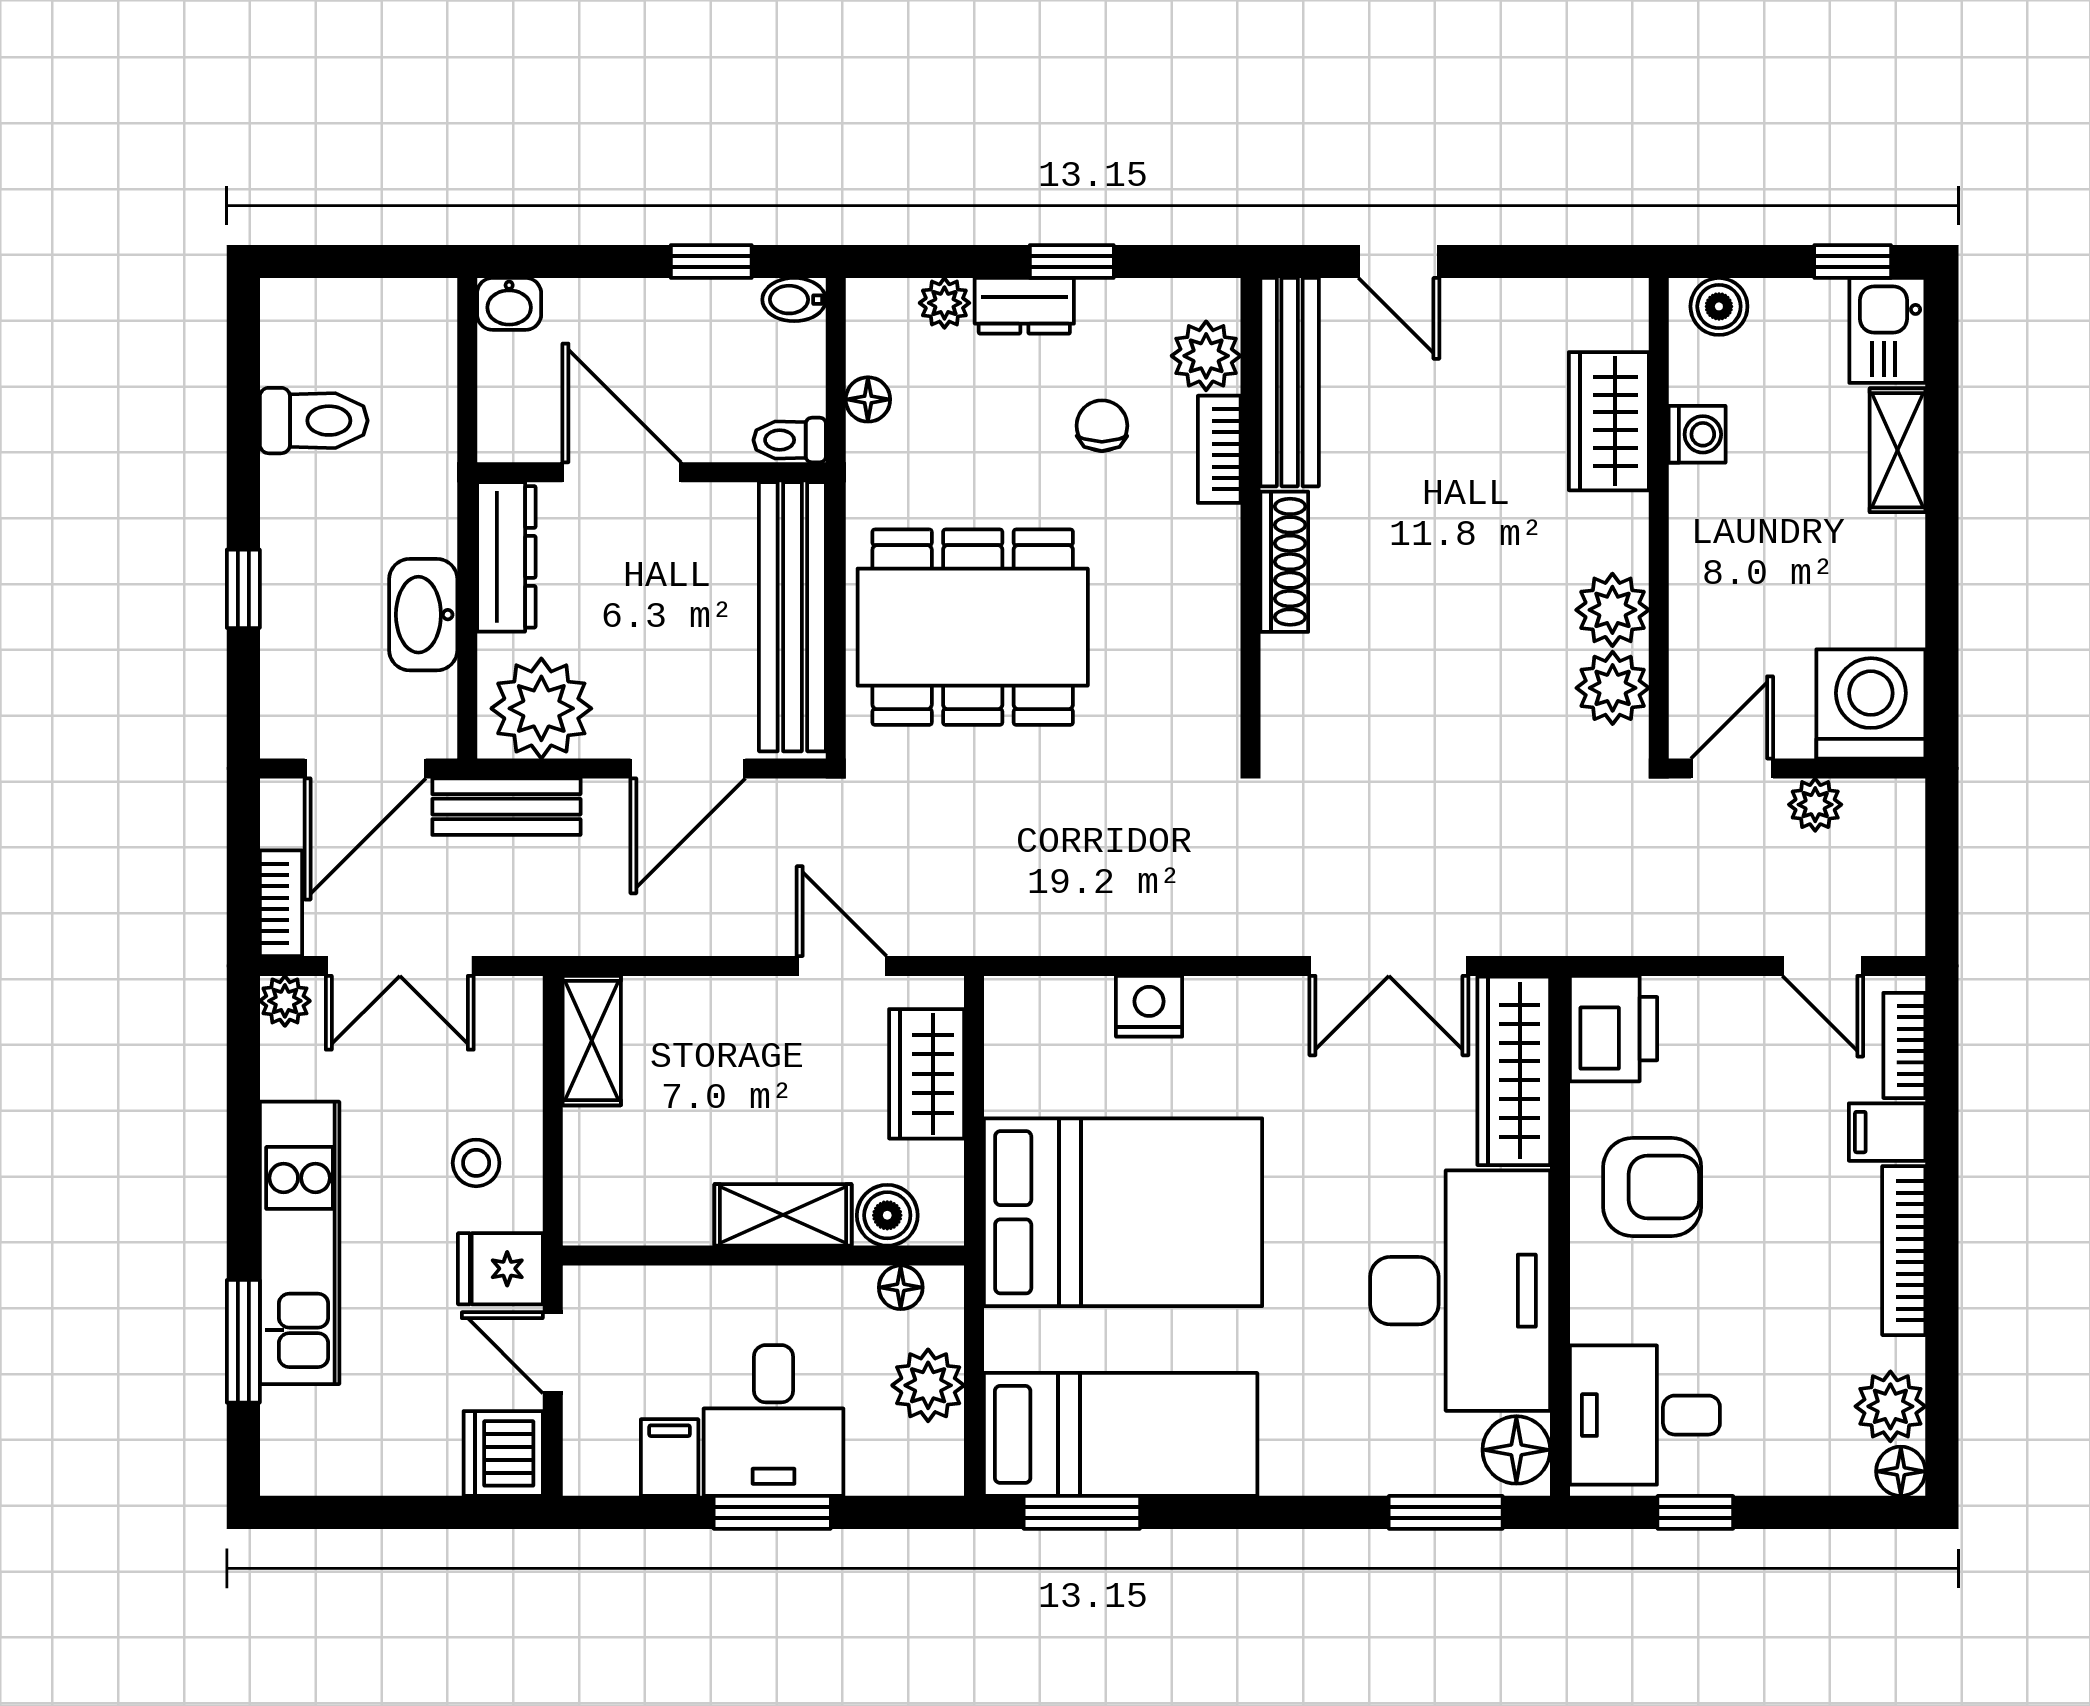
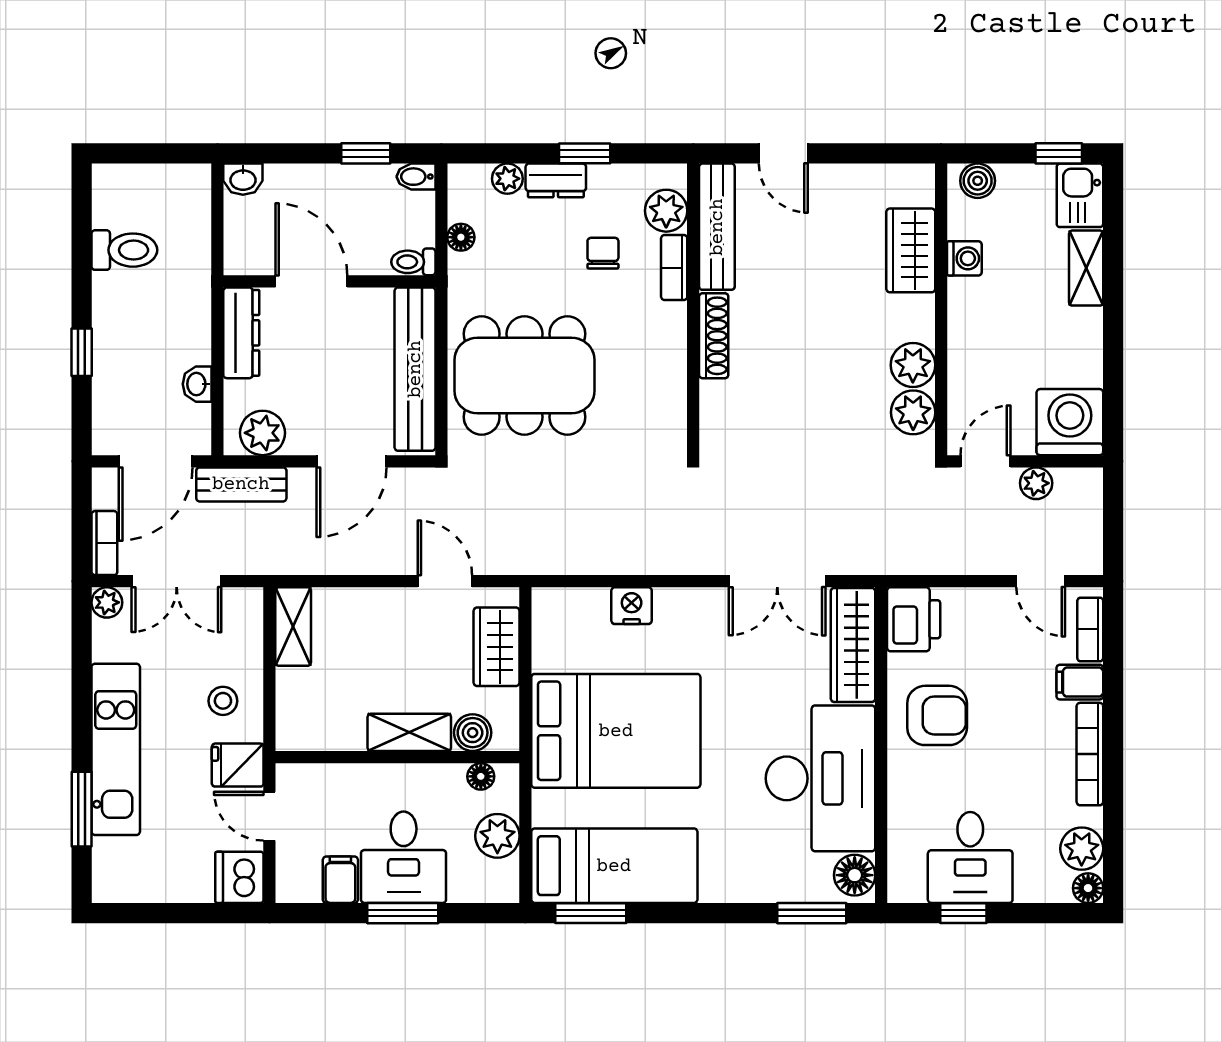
washbasin: (423, 615) -> (197, 384), width x0.52, depth x0.69
plant: (541, 708) -> (263, 433), width x0.73, depth x0.73
desk: (1645, 1415) -> (970, 857), moved, turned -90

